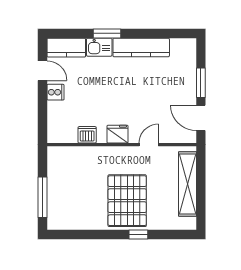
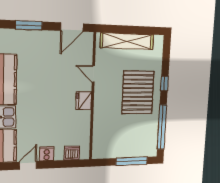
window: (201, 83) -> (29, 25), moved
dishwasher: (87, 135) -> (72, 153), moved, turned 90
pallet: (127, 201) -> (138, 93), turned 90
window: (84, 235) -> (162, 127), added

